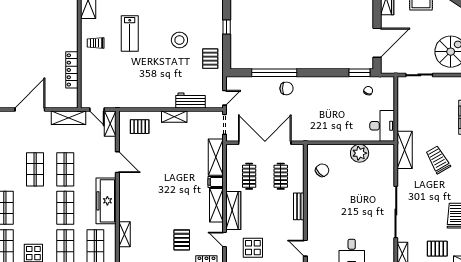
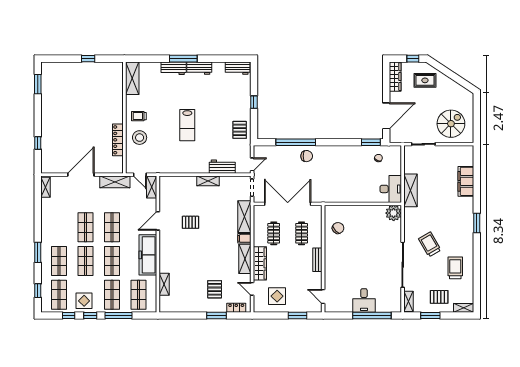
lab bench: (130, 34) -> (187, 125), moved
stool: (179, 40) -> (140, 138), moved
pallet: (140, 127) -> (191, 222), moved
shelving: (405, 150) -> (411, 190), moved
plant: (360, 153) -> (394, 213), moved
trolley: (438, 160) -> (430, 244), moved
door: (117, 162) -> (158, 221), swing flipped
shop shelf: (35, 208) -> (86, 261), added

